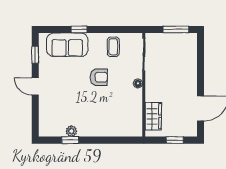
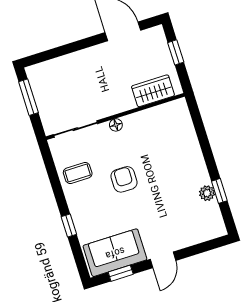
sofa: (67, 45) -> (115, 253), moved, turned -90

